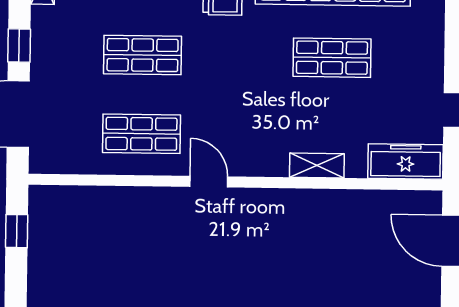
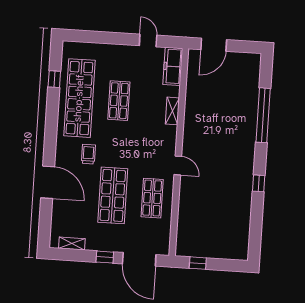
shop shelf: (143, 55) -> (113, 195), width x1.43, depth x1.36
door: (209, 182) -> (178, 165), swing flipped

